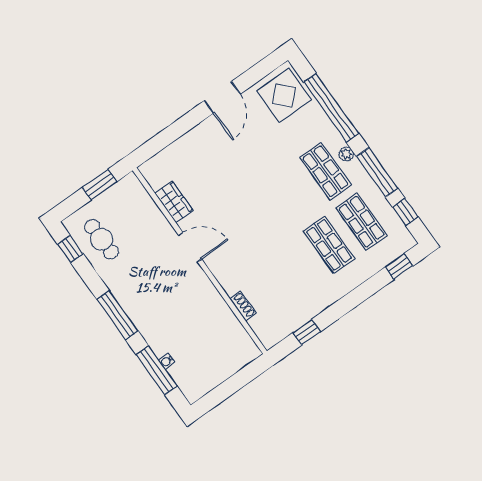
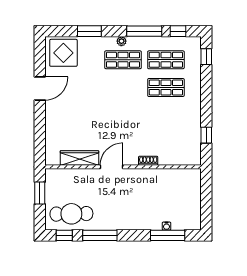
door: (222, 97) -> (40, 89), hinge flipped
window: (331, 108) -> (89, 31), width x0.47
wardrobe: (174, 202) -> (79, 158), width x1.50
cafe table: (102, 239) -> (71, 214), width x1.37, depth x1.35
shoe rack: (243, 306) -> (148, 161), moved
window: (117, 315) -> (100, 235), moved

